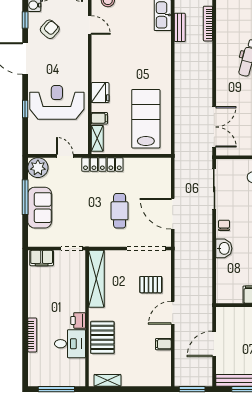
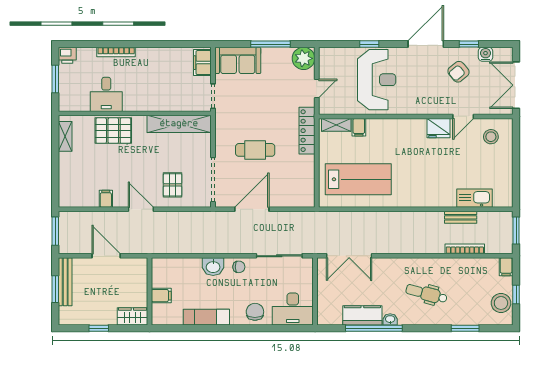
armchair: (50, 29) -> (458, 72), turned 99
fridge: (100, 93) -> (438, 128), moved
sofa: (40, 208) -> (238, 60), moved
printer: (78, 320) -> (67, 55), moved, turned 180
window: (56, 389) -> (55, 79), width x0.69

